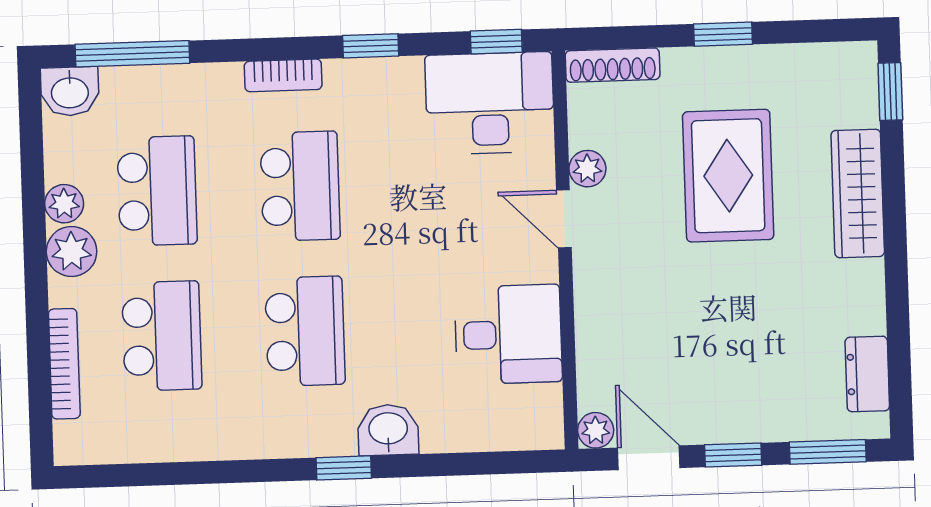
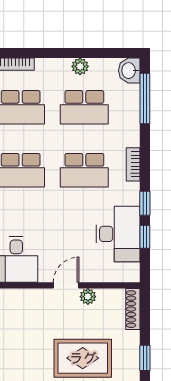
window: (496, 42) -> (145, 237), moved
desk: (490, 103) -> (118, 234), moved
plant: (72, 251) -> (59, 69), removed

